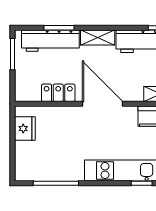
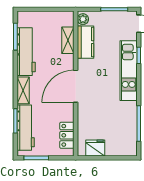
locker: (58, 93) -> (67, 135), moved

